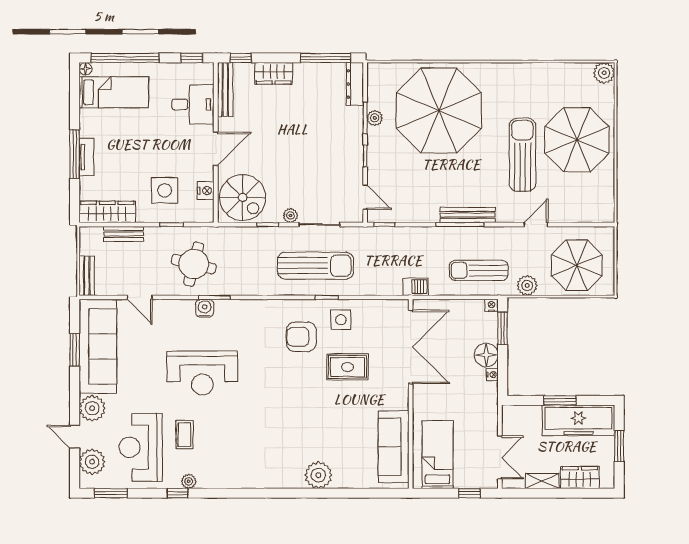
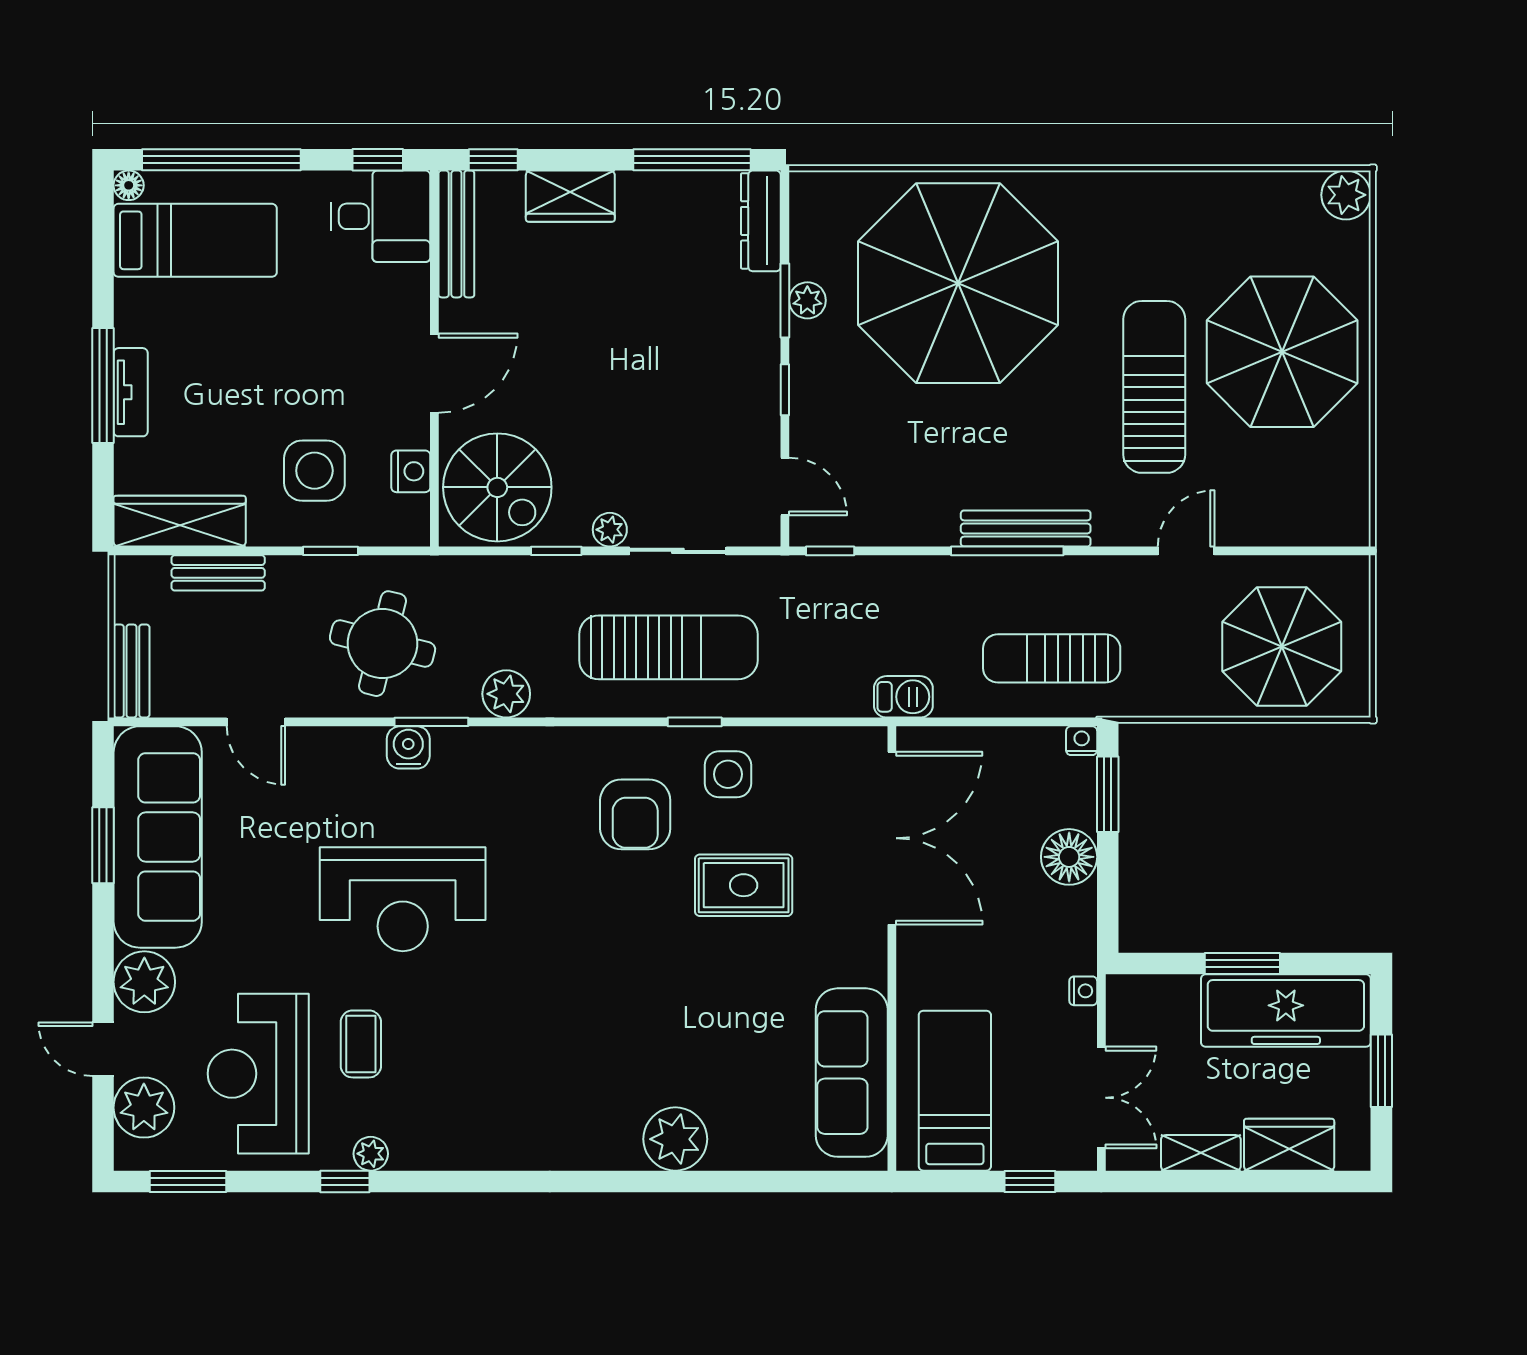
desk: (193, 104) -> (381, 216), moved
plant: (527, 285) -> (506, 694), moved
armchair: (301, 337) -> (635, 814), turned -90
nightstand: (492, 375) -> (1083, 991), moved

